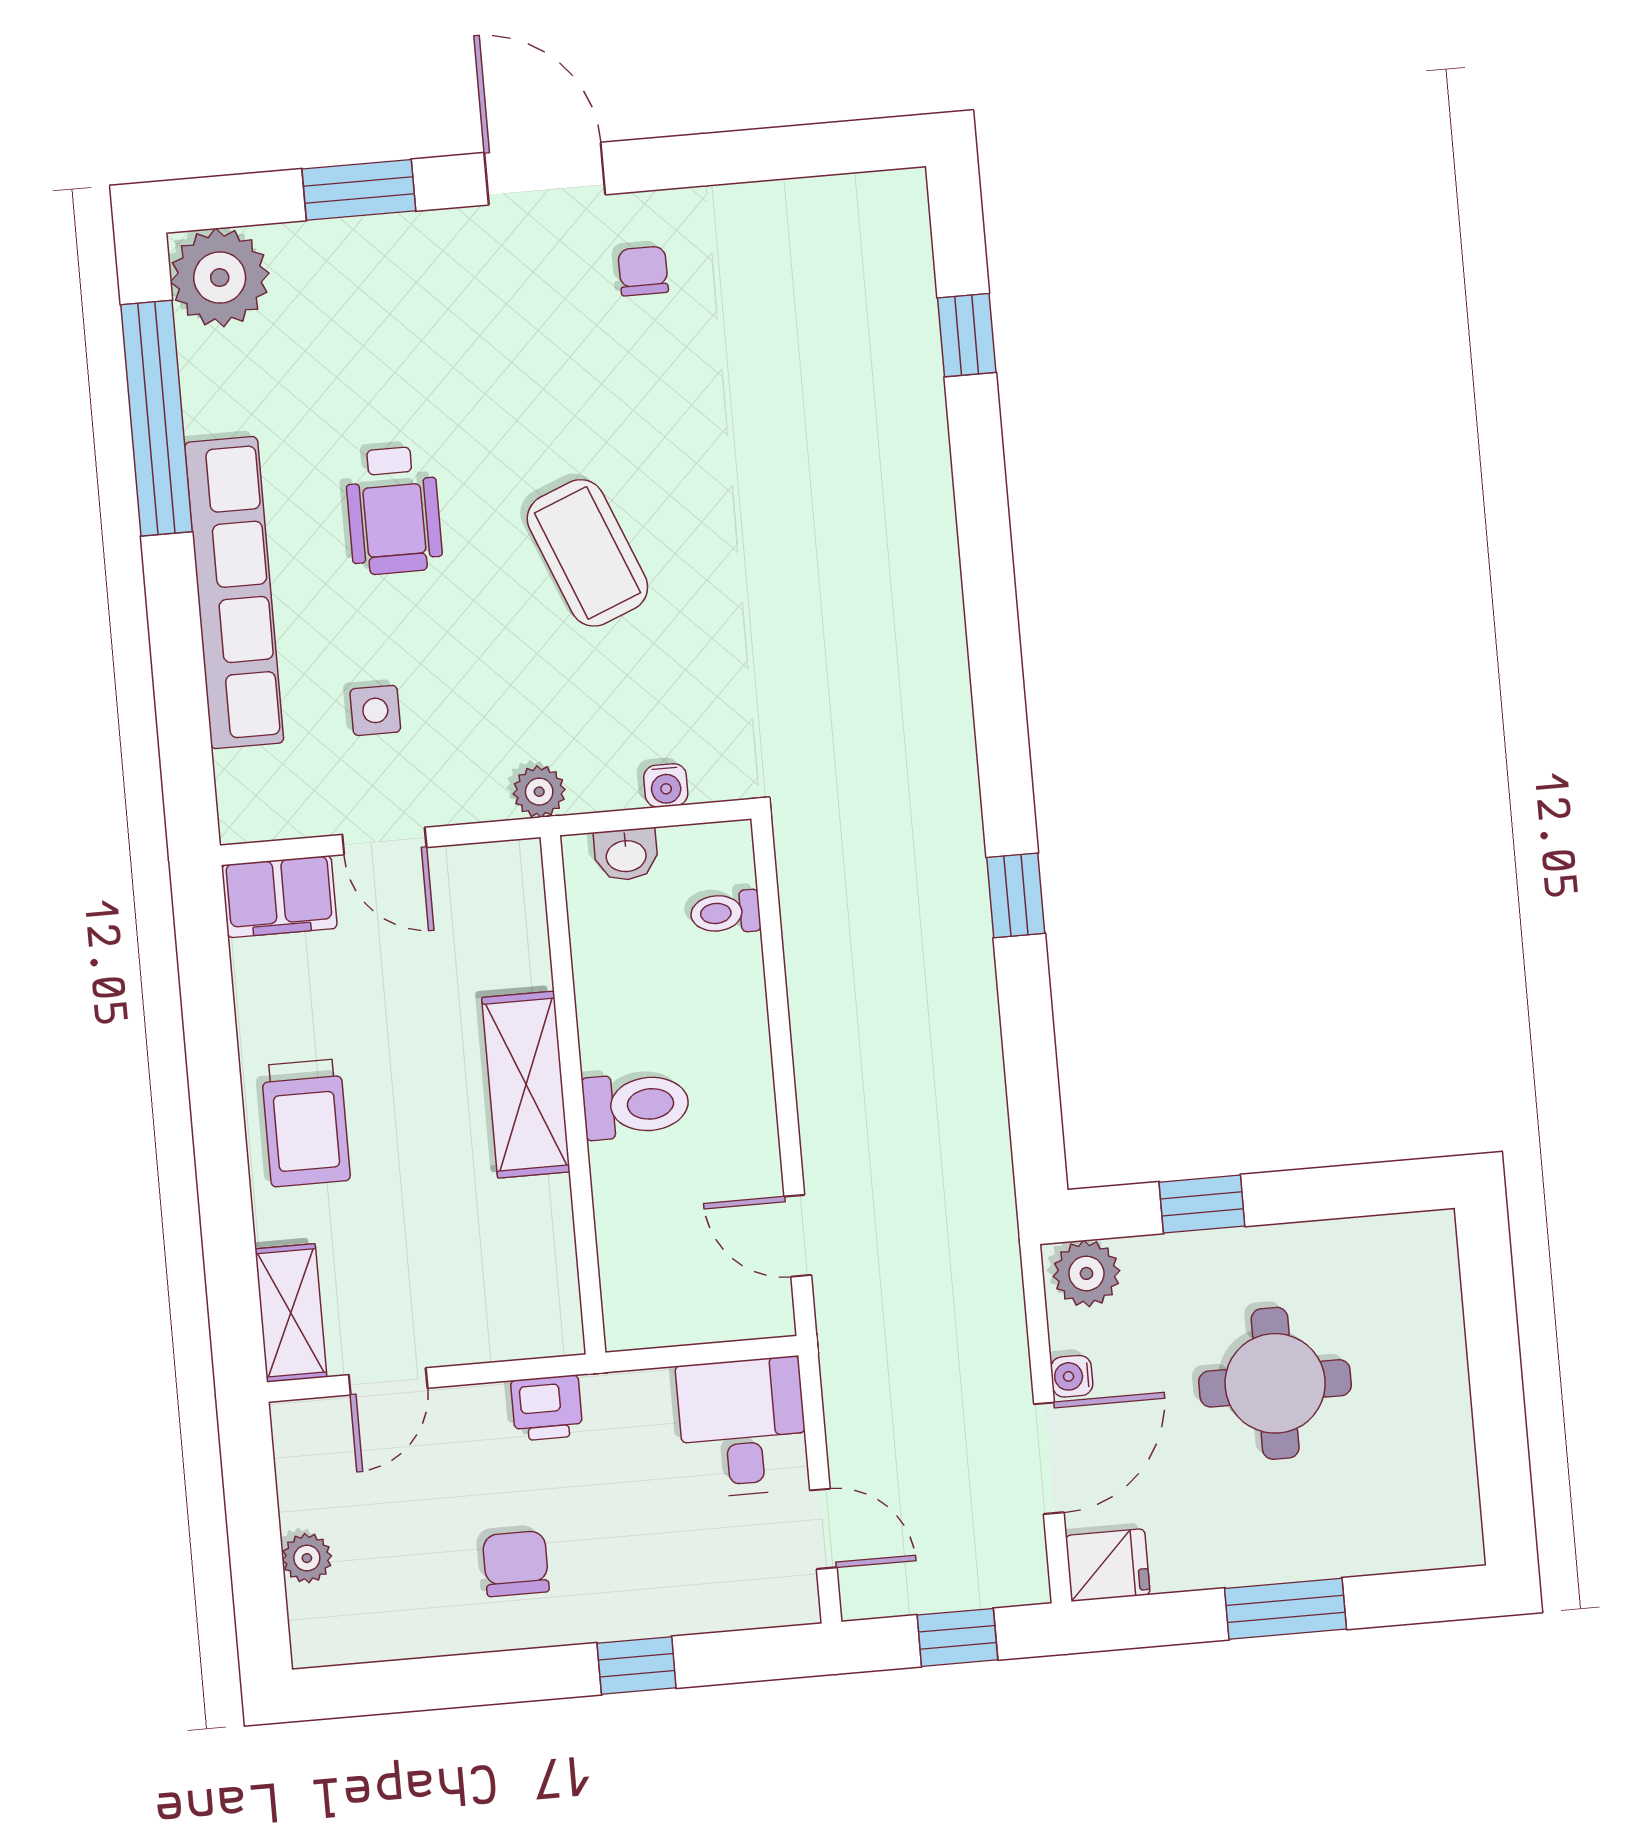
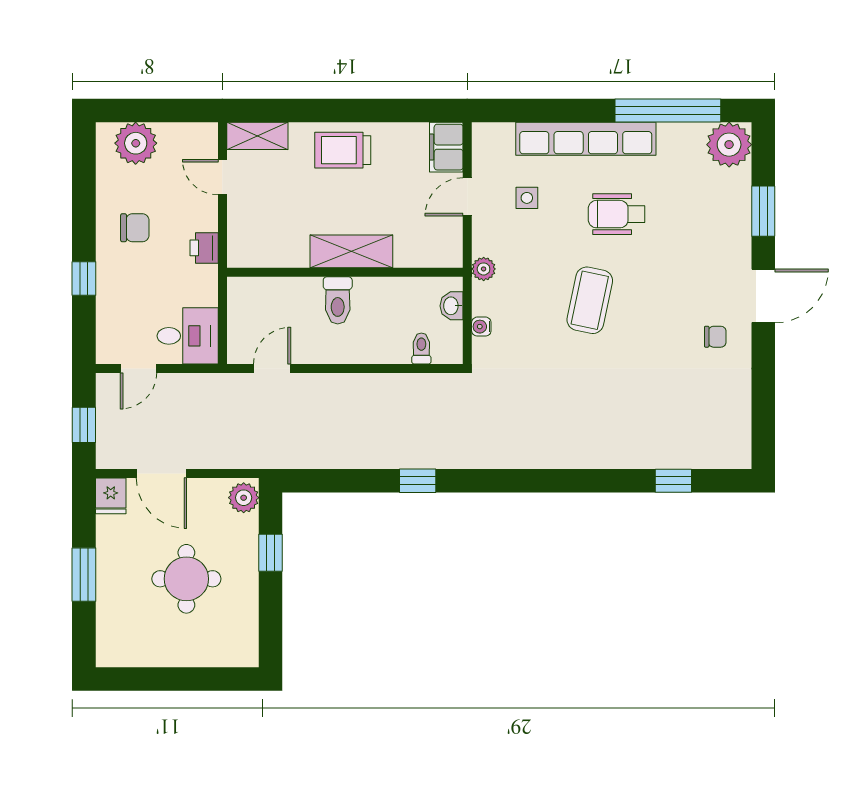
coffee table: (587, 553) -> (590, 300), turned -56
water cooler: (1072, 1376) -> (198, 487), removed
plant: (307, 1558) -> (136, 143), width x1.87, depth x1.87

